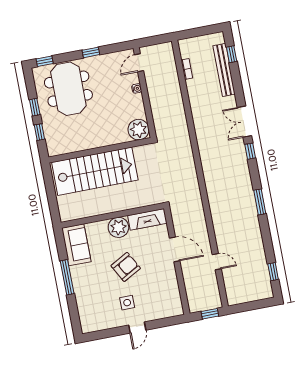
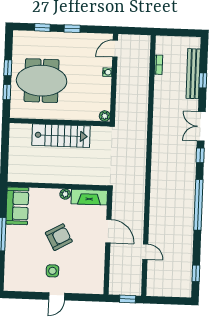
window: (232, 54) -> (203, 80), moved
window: (45, 61) -> (42, 28), moved
meeting table: (68, 89) -> (42, 81), moved, turned 90
plant: (139, 130) -> (105, 116), width x0.53, depth x0.53
stairs: (95, 171) -> (61, 136), width x0.73, depth x0.66
window: (260, 202) -> (198, 205), width x2.11
plant: (118, 227) -> (65, 194), width x0.53, depth x0.53

